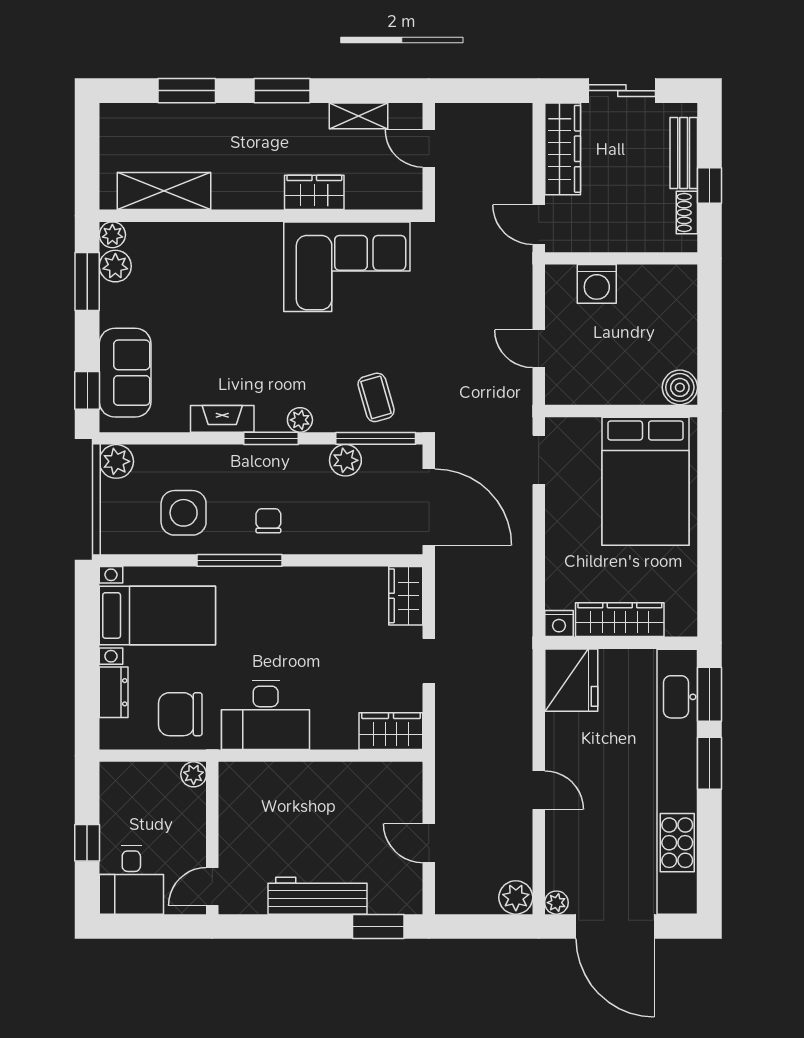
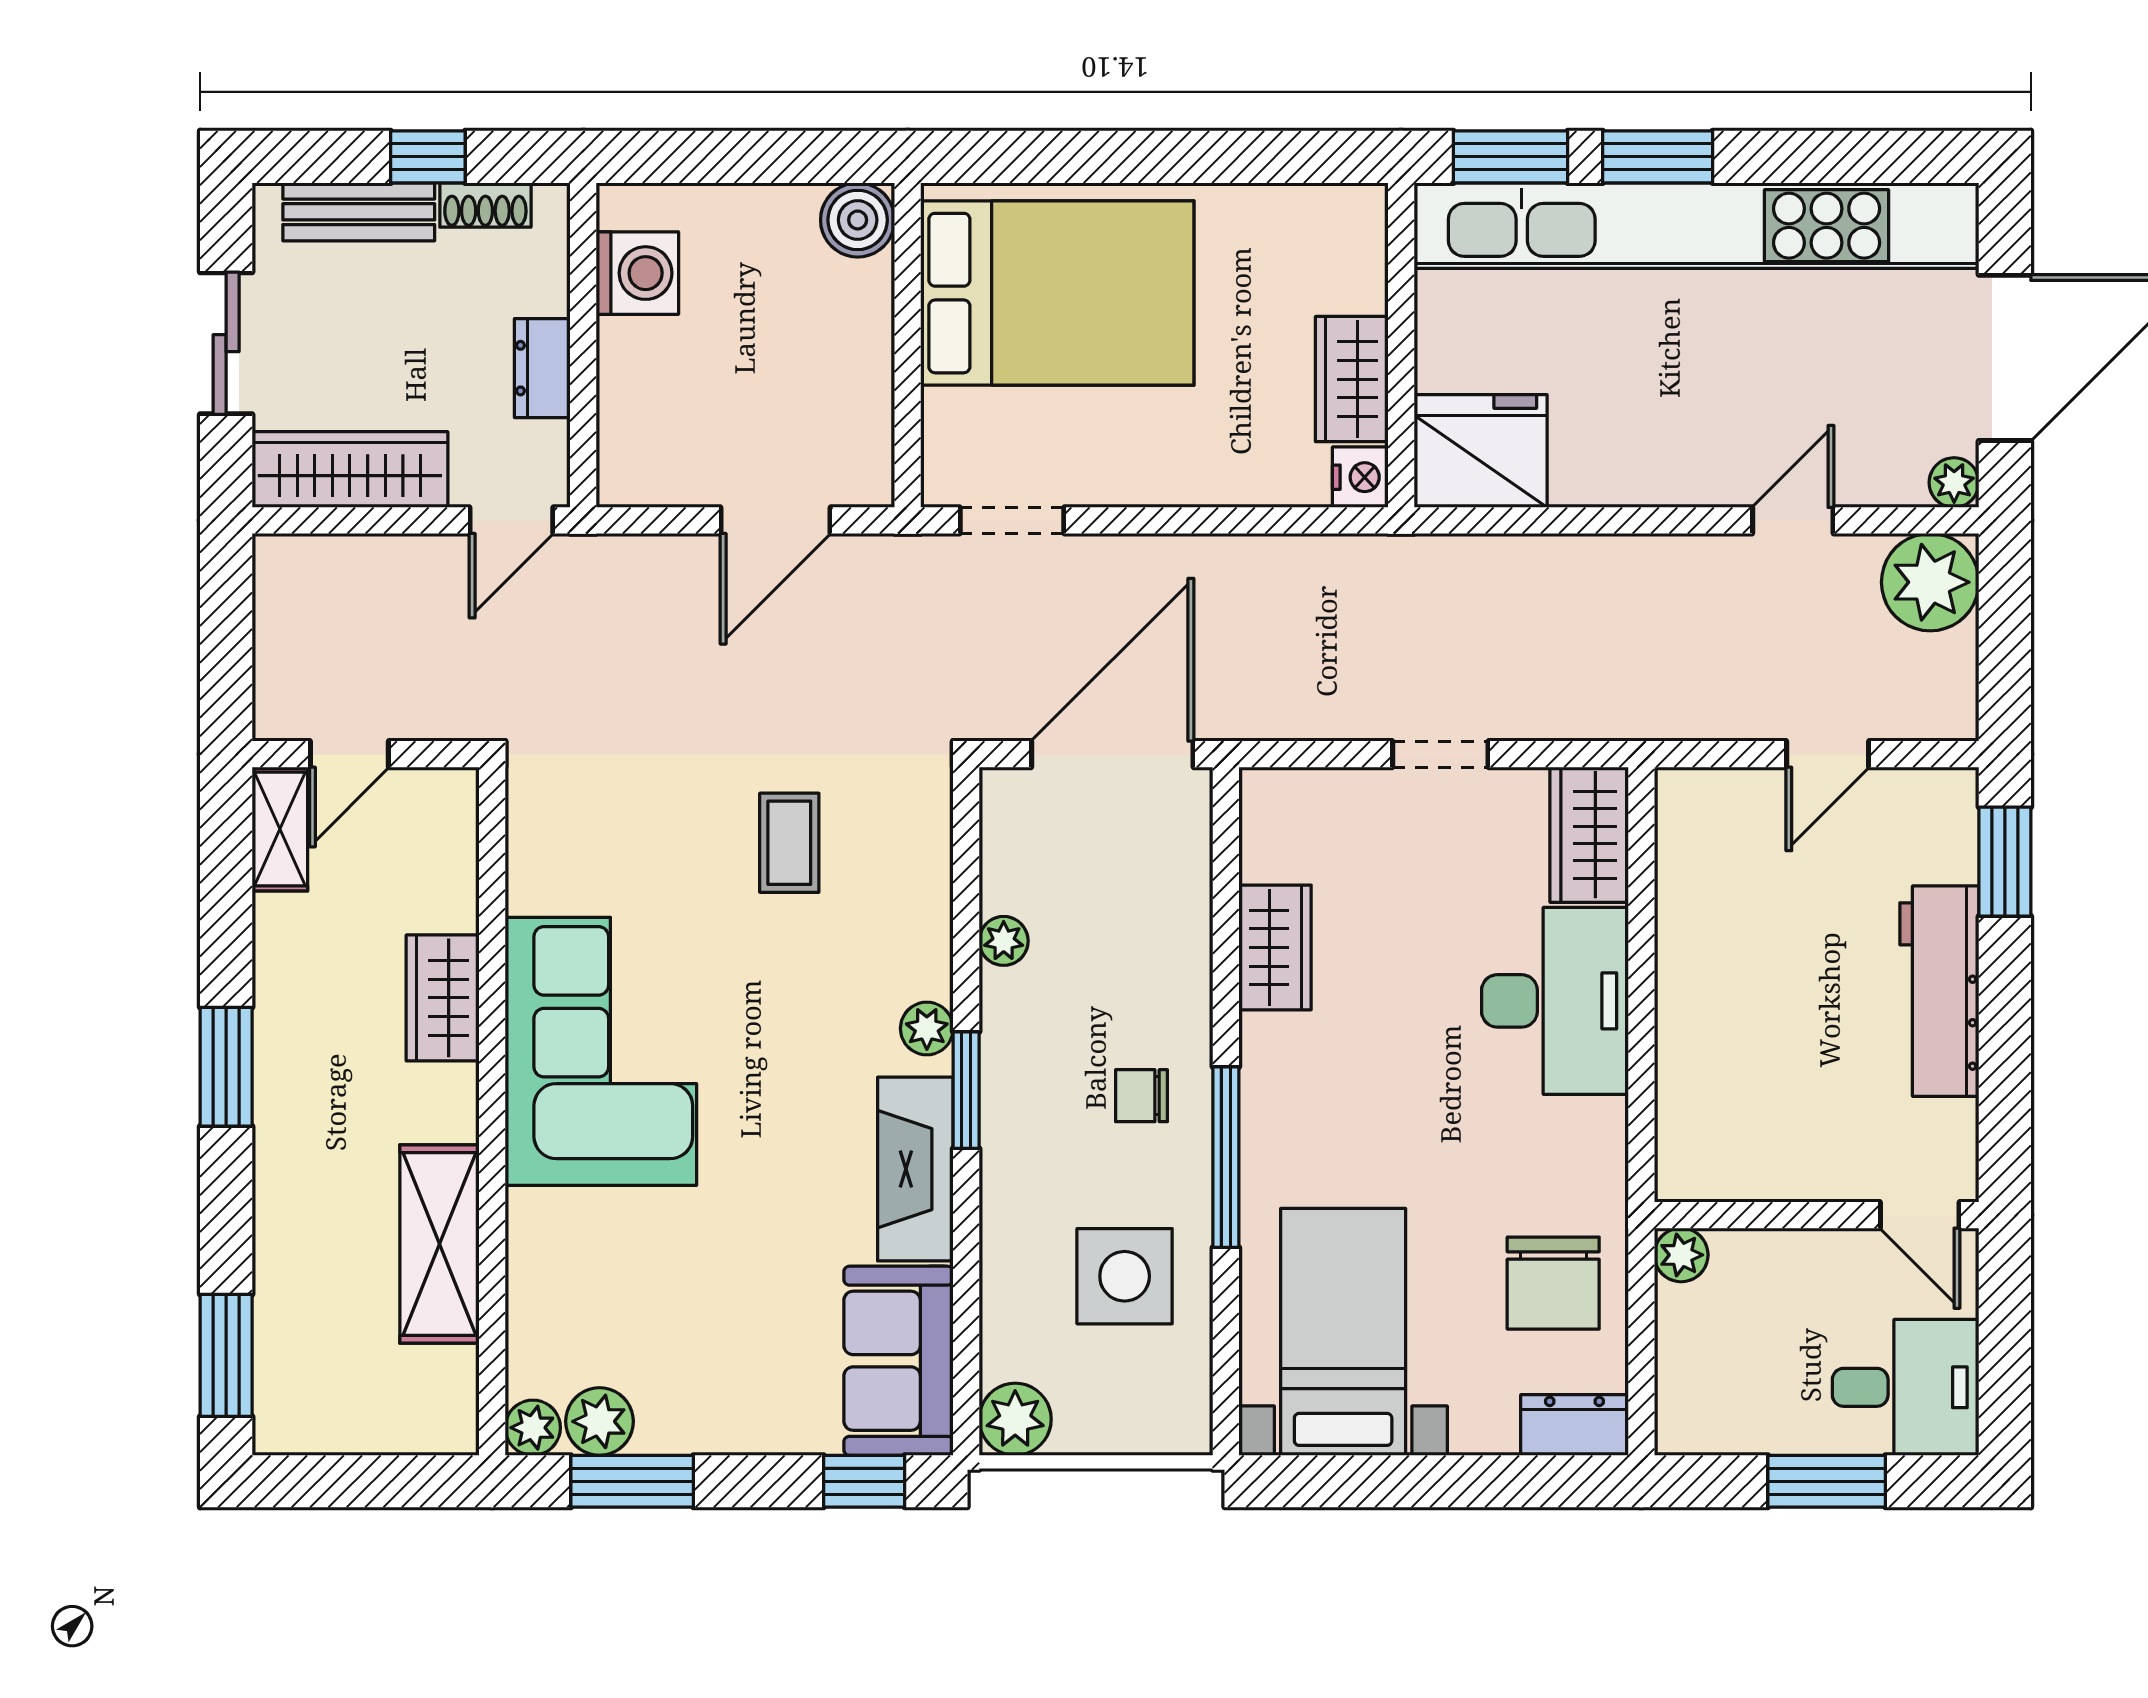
window: (187, 91) -> (226, 1355), moved
shelving: (358, 116) -> (280, 829), moved
shelving: (164, 191) -> (440, 1244), moved
dresser: (610, 239) -> (542, 368), added
corner sofa: (347, 267) -> (601, 1051), moved
washing machine: (597, 284) -> (637, 273), moved
door: (539, 349) -> (776, 520), width x1.37
sofa: (125, 373) -> (898, 1361), moved, turned -90
coffee table: (376, 397) -> (789, 843), moved, turned -74
fireplace: (222, 419) -> (915, 1169), width x1.37, depth x1.32
window: (376, 438) -> (966, 868), removed
plant: (345, 460) -> (1004, 941), width x0.73, depth x0.73
wardrobe: (406, 596) -> (1275, 947), moved, turned -90
wardrobe: (620, 620) -> (1352, 379), width x0.67
dresser: (114, 692) -> (1574, 1425), moved
desk: (266, 715) -> (1555, 1001), moved
door: (539, 790) -> (1793, 520), moved
window: (87, 843) -> (1827, 1481), width x1.50
plant: (516, 897) -> (1930, 582), width x1.36, depth x1.36

